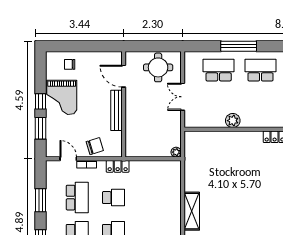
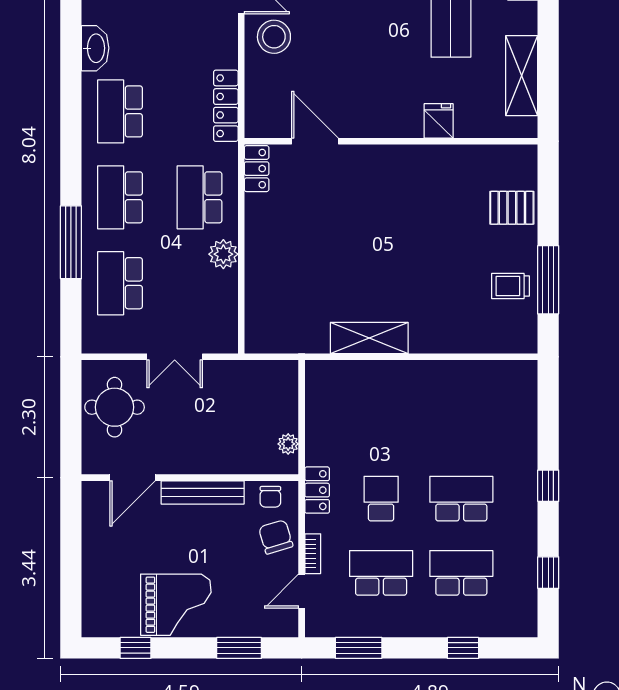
chair: (70, 64) -> (270, 497), moved
window: (41, 101) -> (136, 648), moved
school desk: (261, 109) -> (199, 197), added
plant: (176, 152) -> (288, 444), moved
window: (41, 200) -> (359, 648), moved
shelving: (192, 211) -> (369, 338), moved

